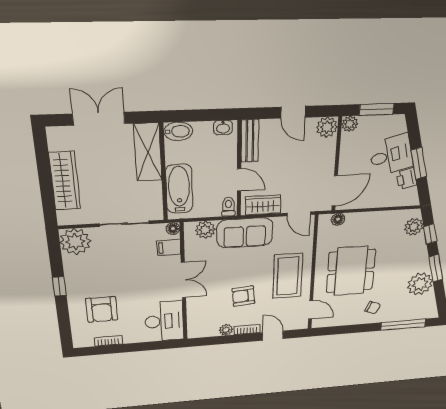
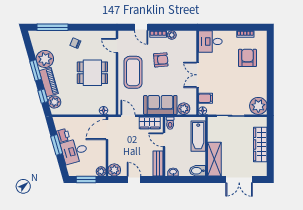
piano: (419, 254) -> (49, 82), added
dining table: (351, 271) -> (92, 73), width x0.73
window: (59, 286) -> (270, 77), removed
desk: (164, 321) -> (210, 41), width x0.73

